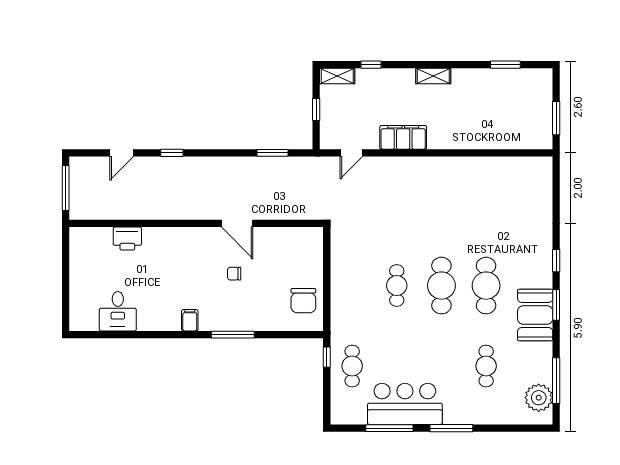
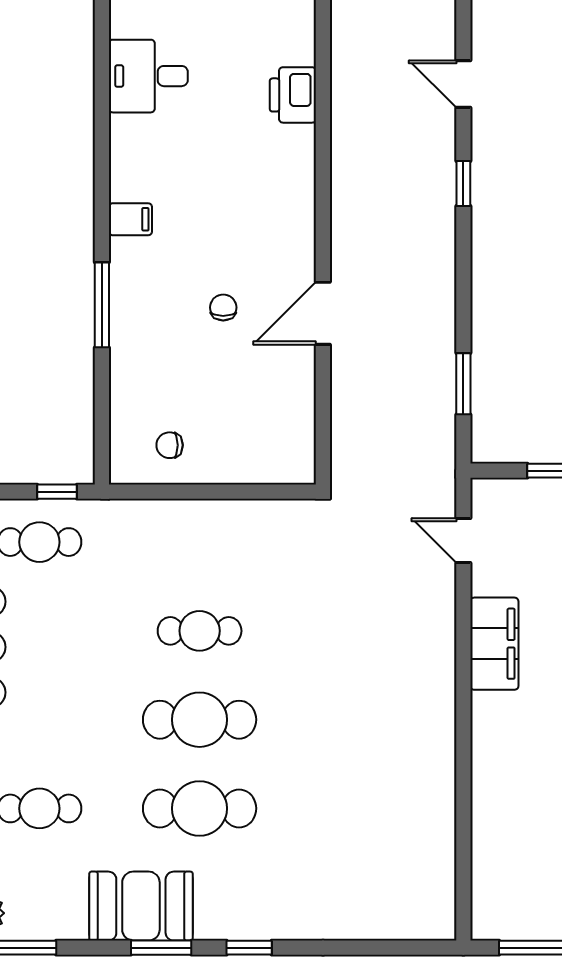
chair: (303, 301) -> (170, 445), width x0.54, depth x0.54

